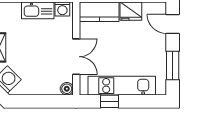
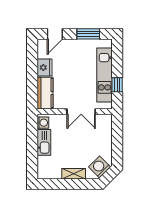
double door: (76, 57) -> (81, 112), swing flipped
boiler: (67, 89) -> (107, 119), removed

